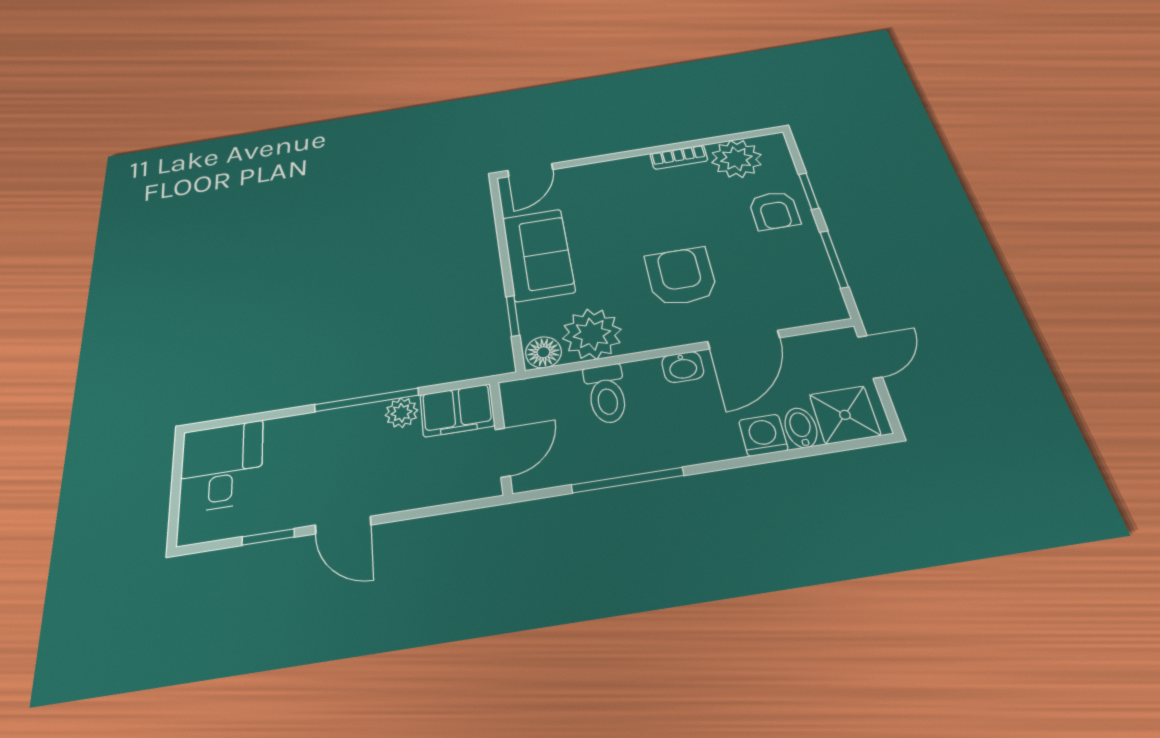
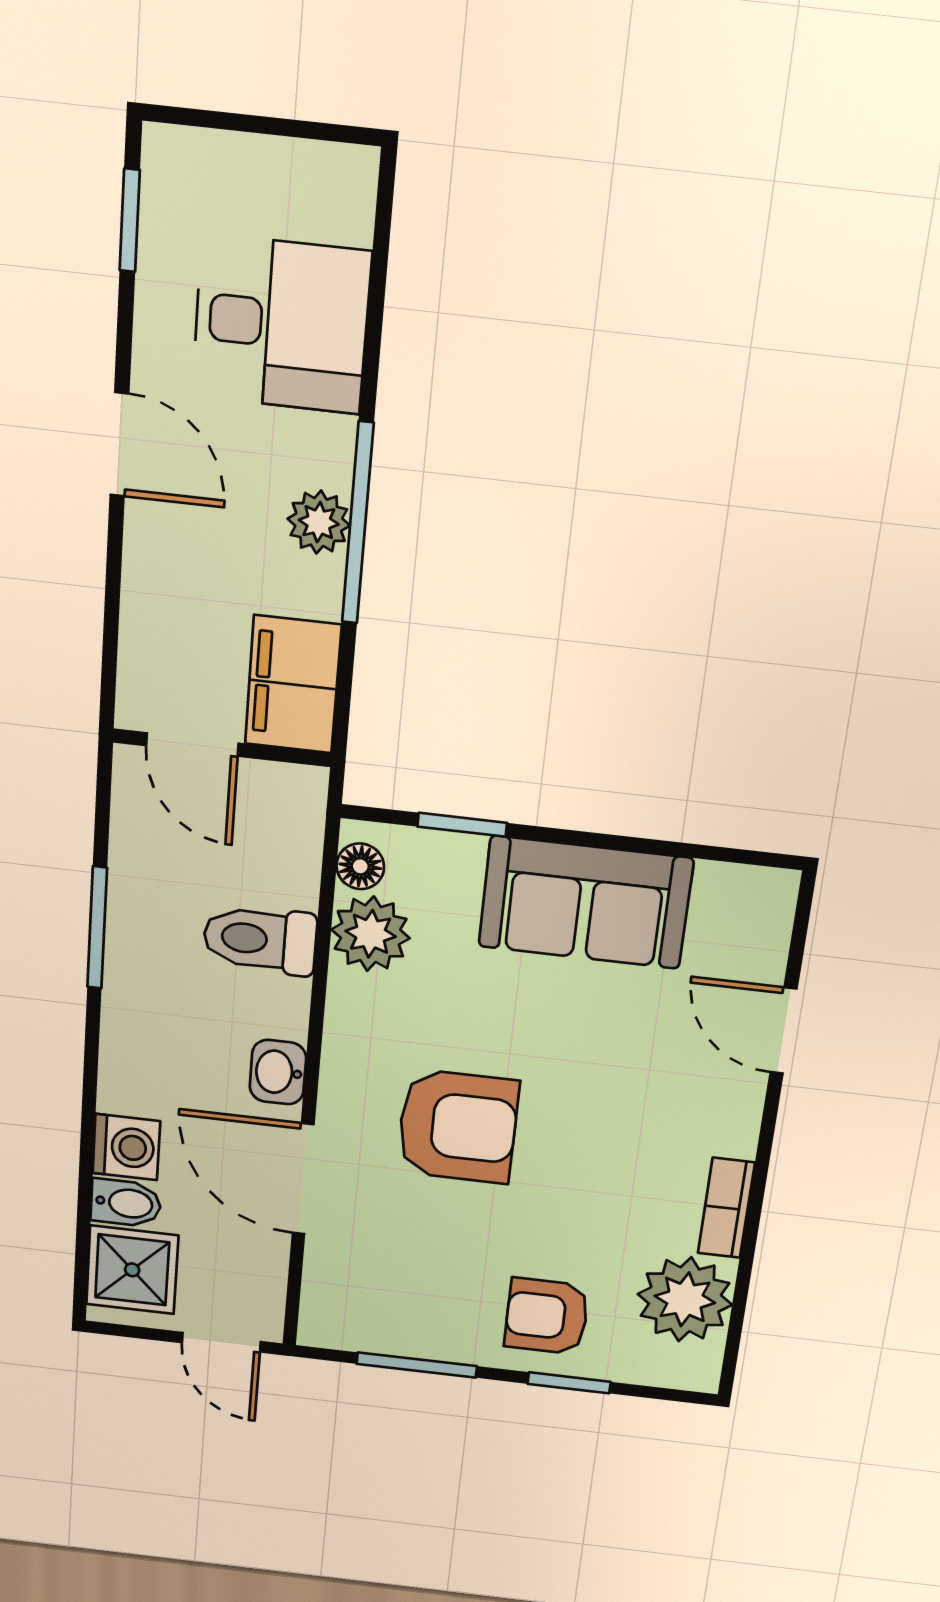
door: (530, 170) -> (784, 1031), moved
plant: (592, 334) -> (371, 934), width x0.73, depth x0.73
floor lamp: (543, 352) -> (360, 866), width x0.73, depth x0.73
plant: (401, 413) -> (319, 522), moved
desk: (221, 466) -> (281, 324), moved
window: (627, 480) -> (97, 928), width x0.69
door: (343, 525) -> (119, 445), swing flipped
window: (268, 537) -> (130, 220), moved

